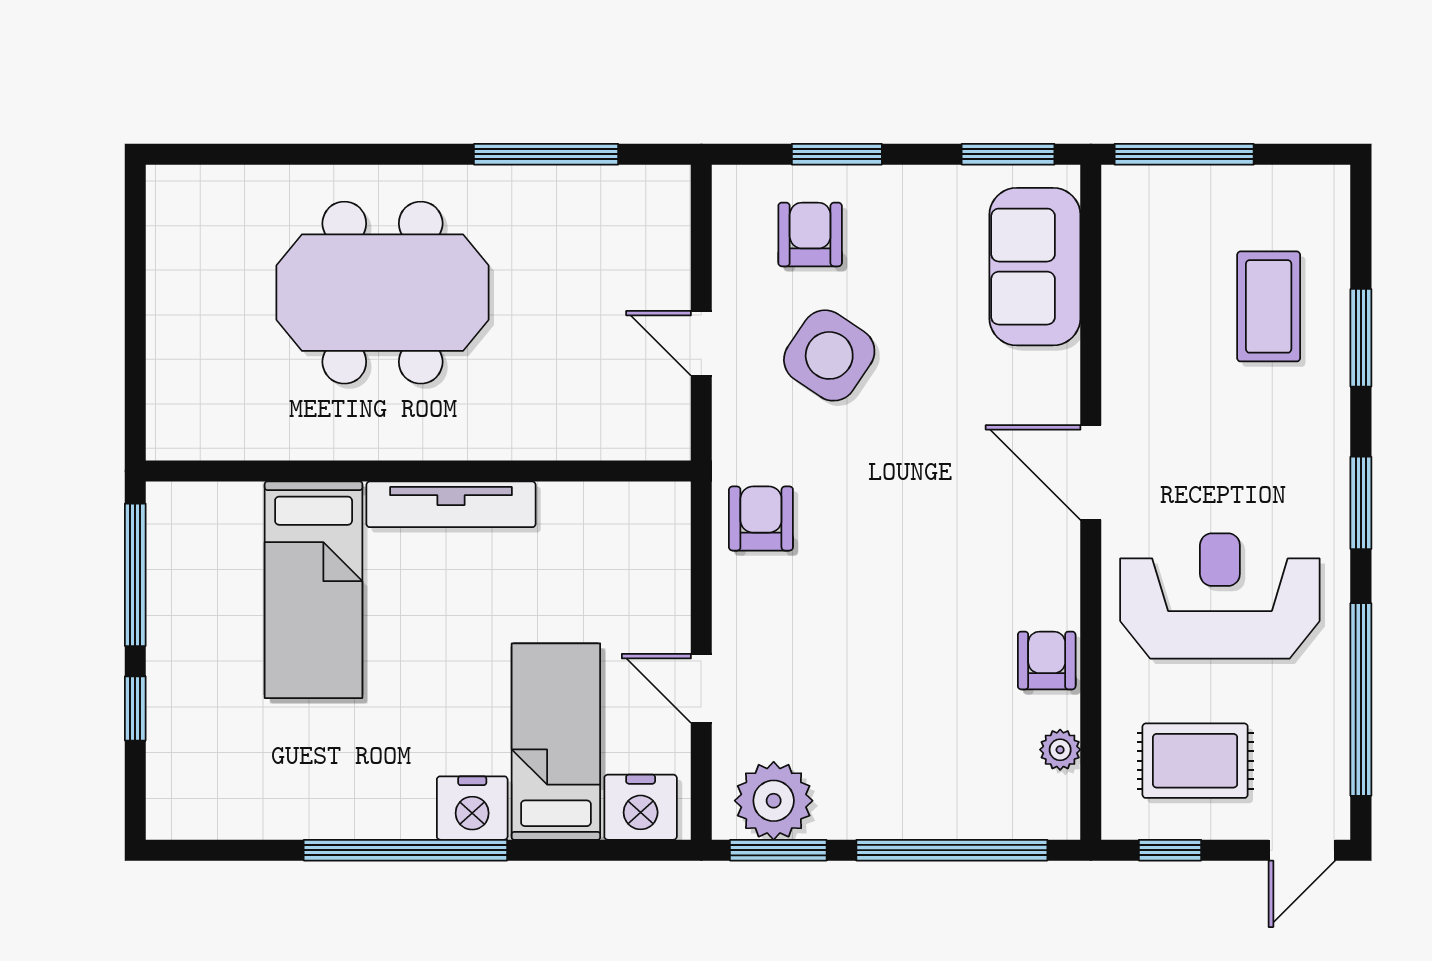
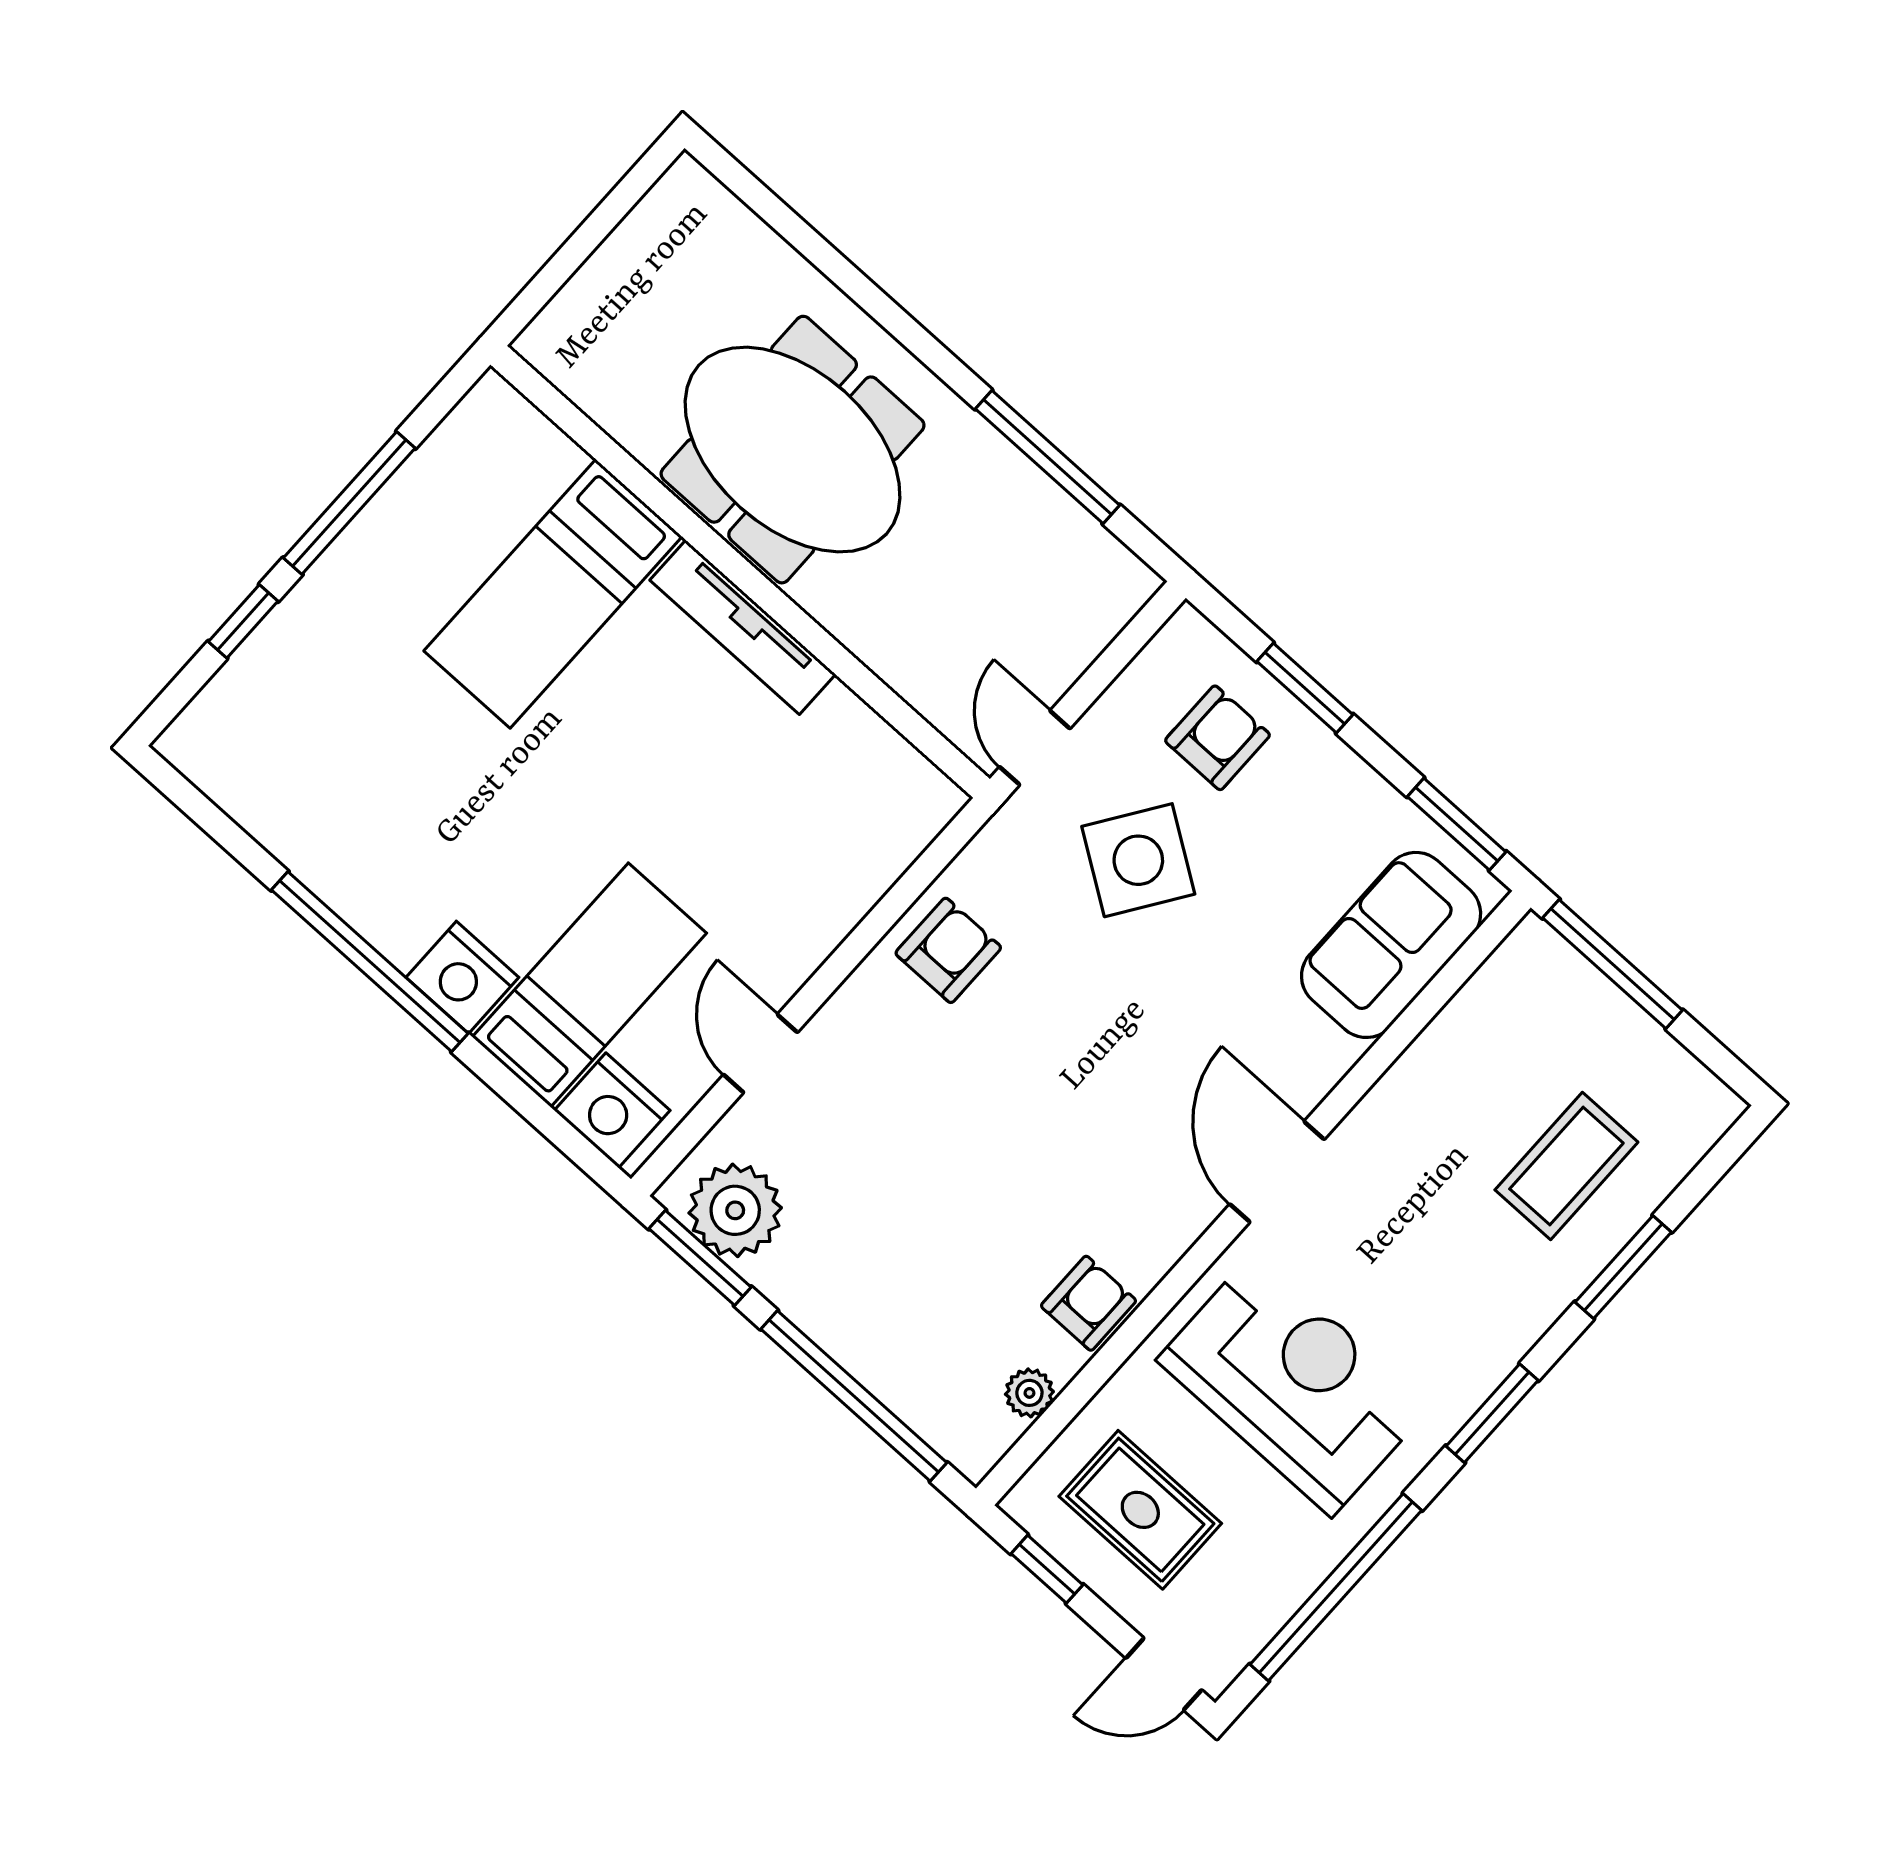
wall: (418, 471) -> (740, 572), moved
tv unit: (451, 504) -> (743, 627), moved
bed: (314, 590) -> (553, 594), moved

